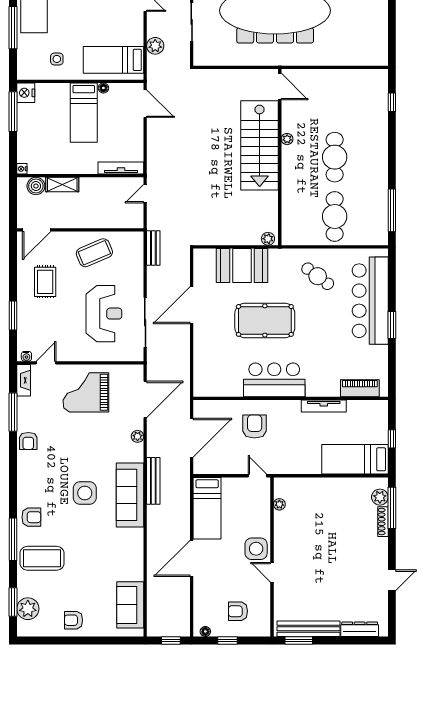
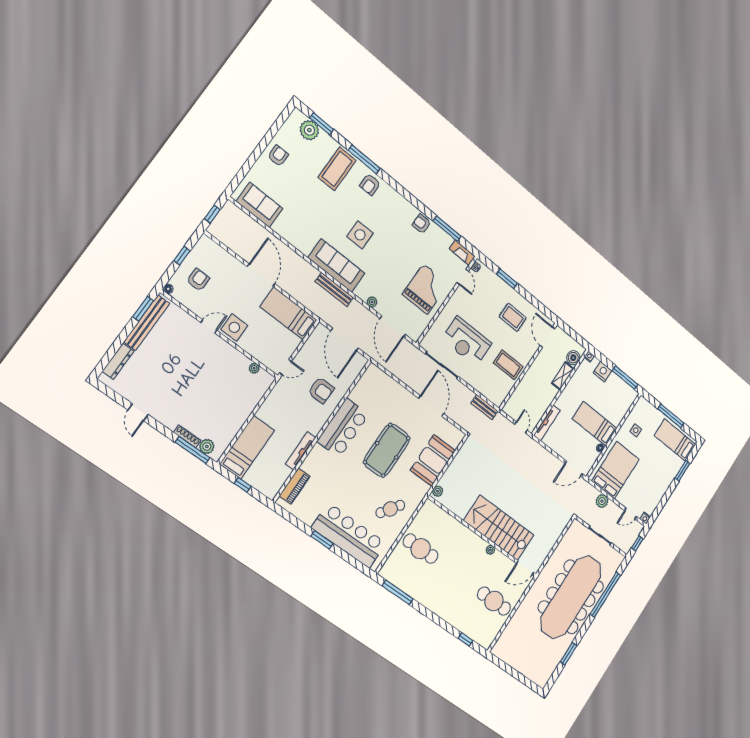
bed: (113, 60) -> (615, 470), width x1.50
nightstand: (26, 93) -> (603, 372), moved
cafe table: (335, 157) -> (494, 601), moved
coffee table: (94, 253) -> (508, 365), turned -67
floor lamp: (205, 631) -> (168, 289), moved

